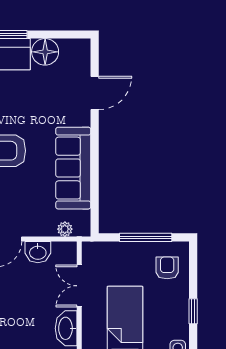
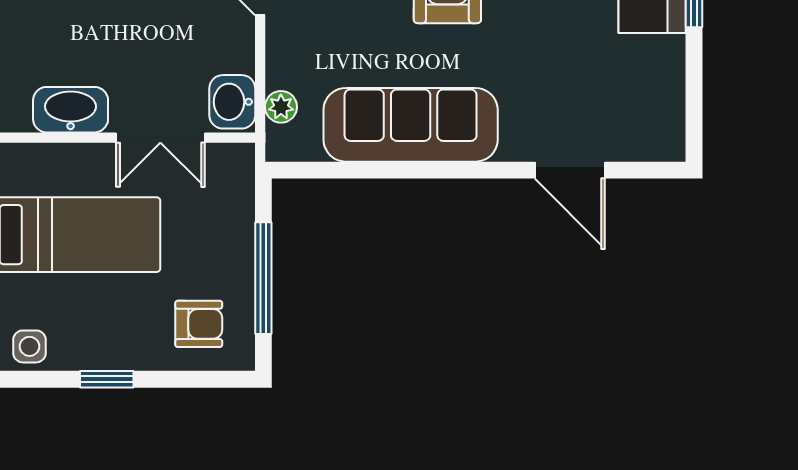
floor lamp: (45, 52) -> (657, 65), removed
washbasin: (38, 252) -> (232, 102), moved
double door: (79, 286) -> (160, 138), swing flipped

